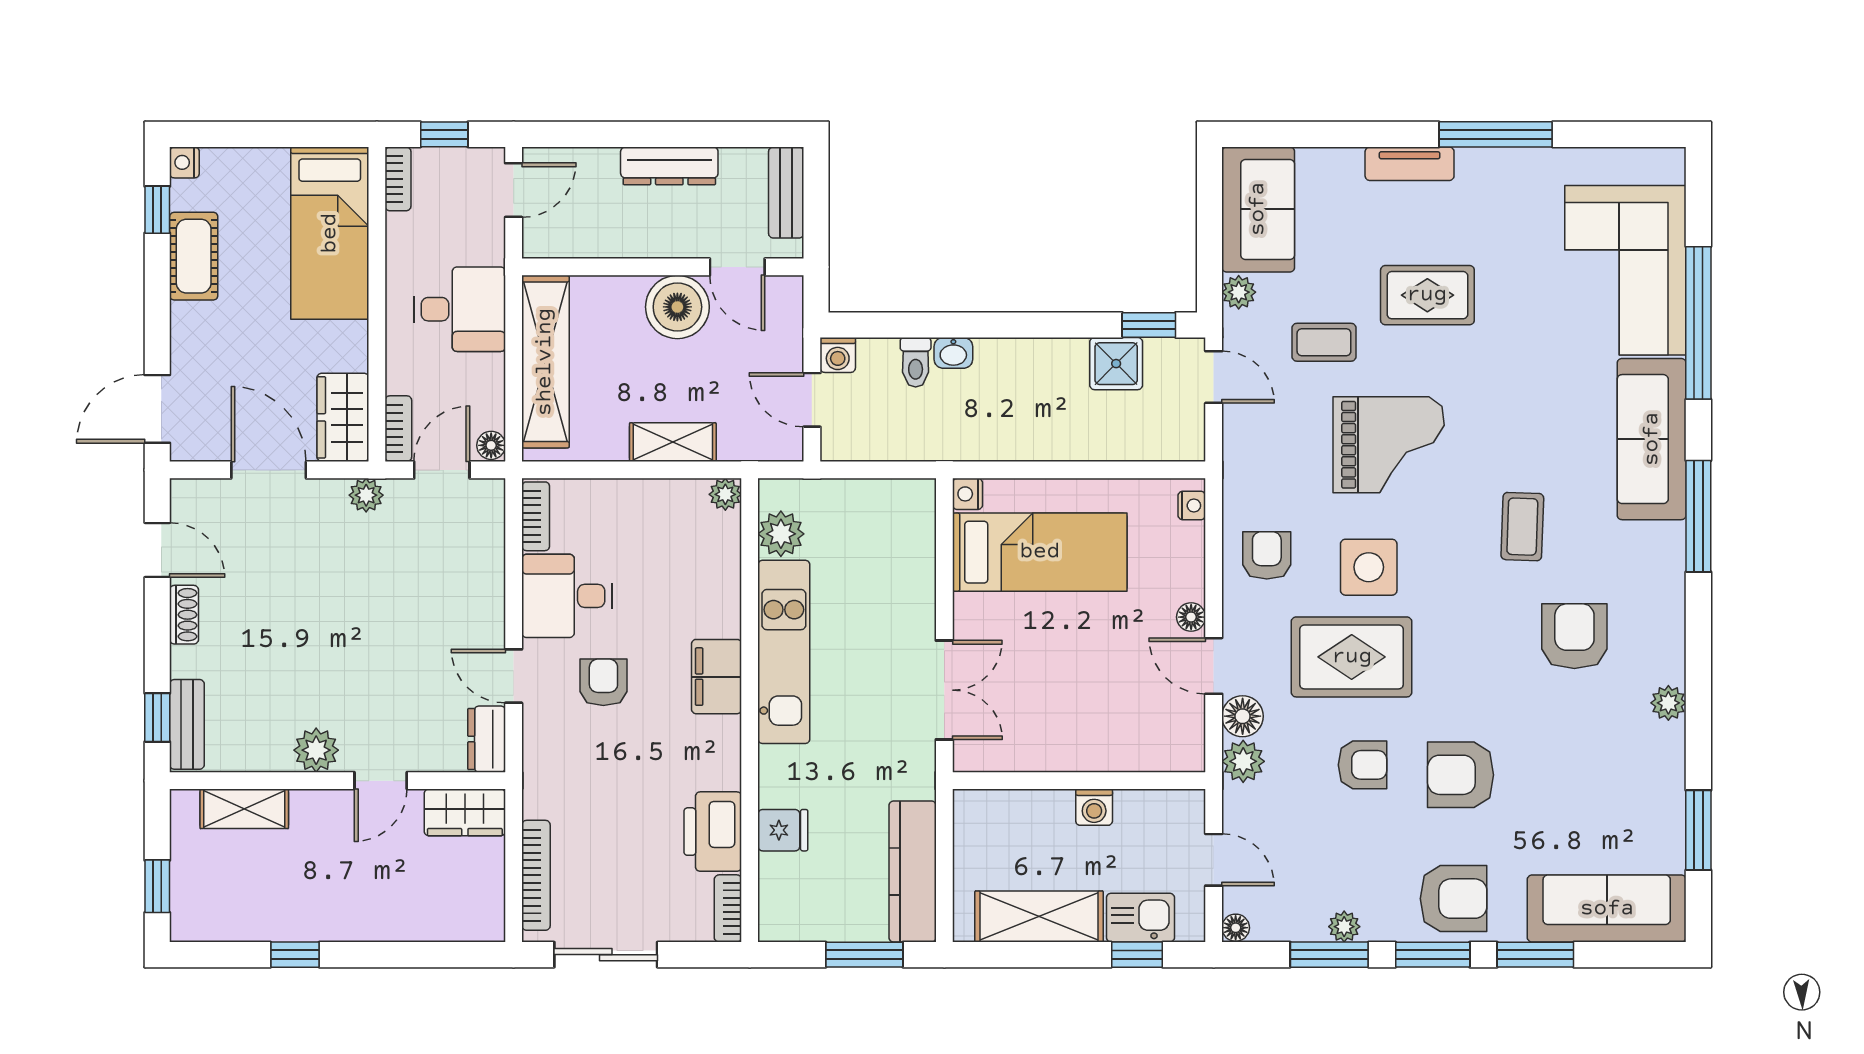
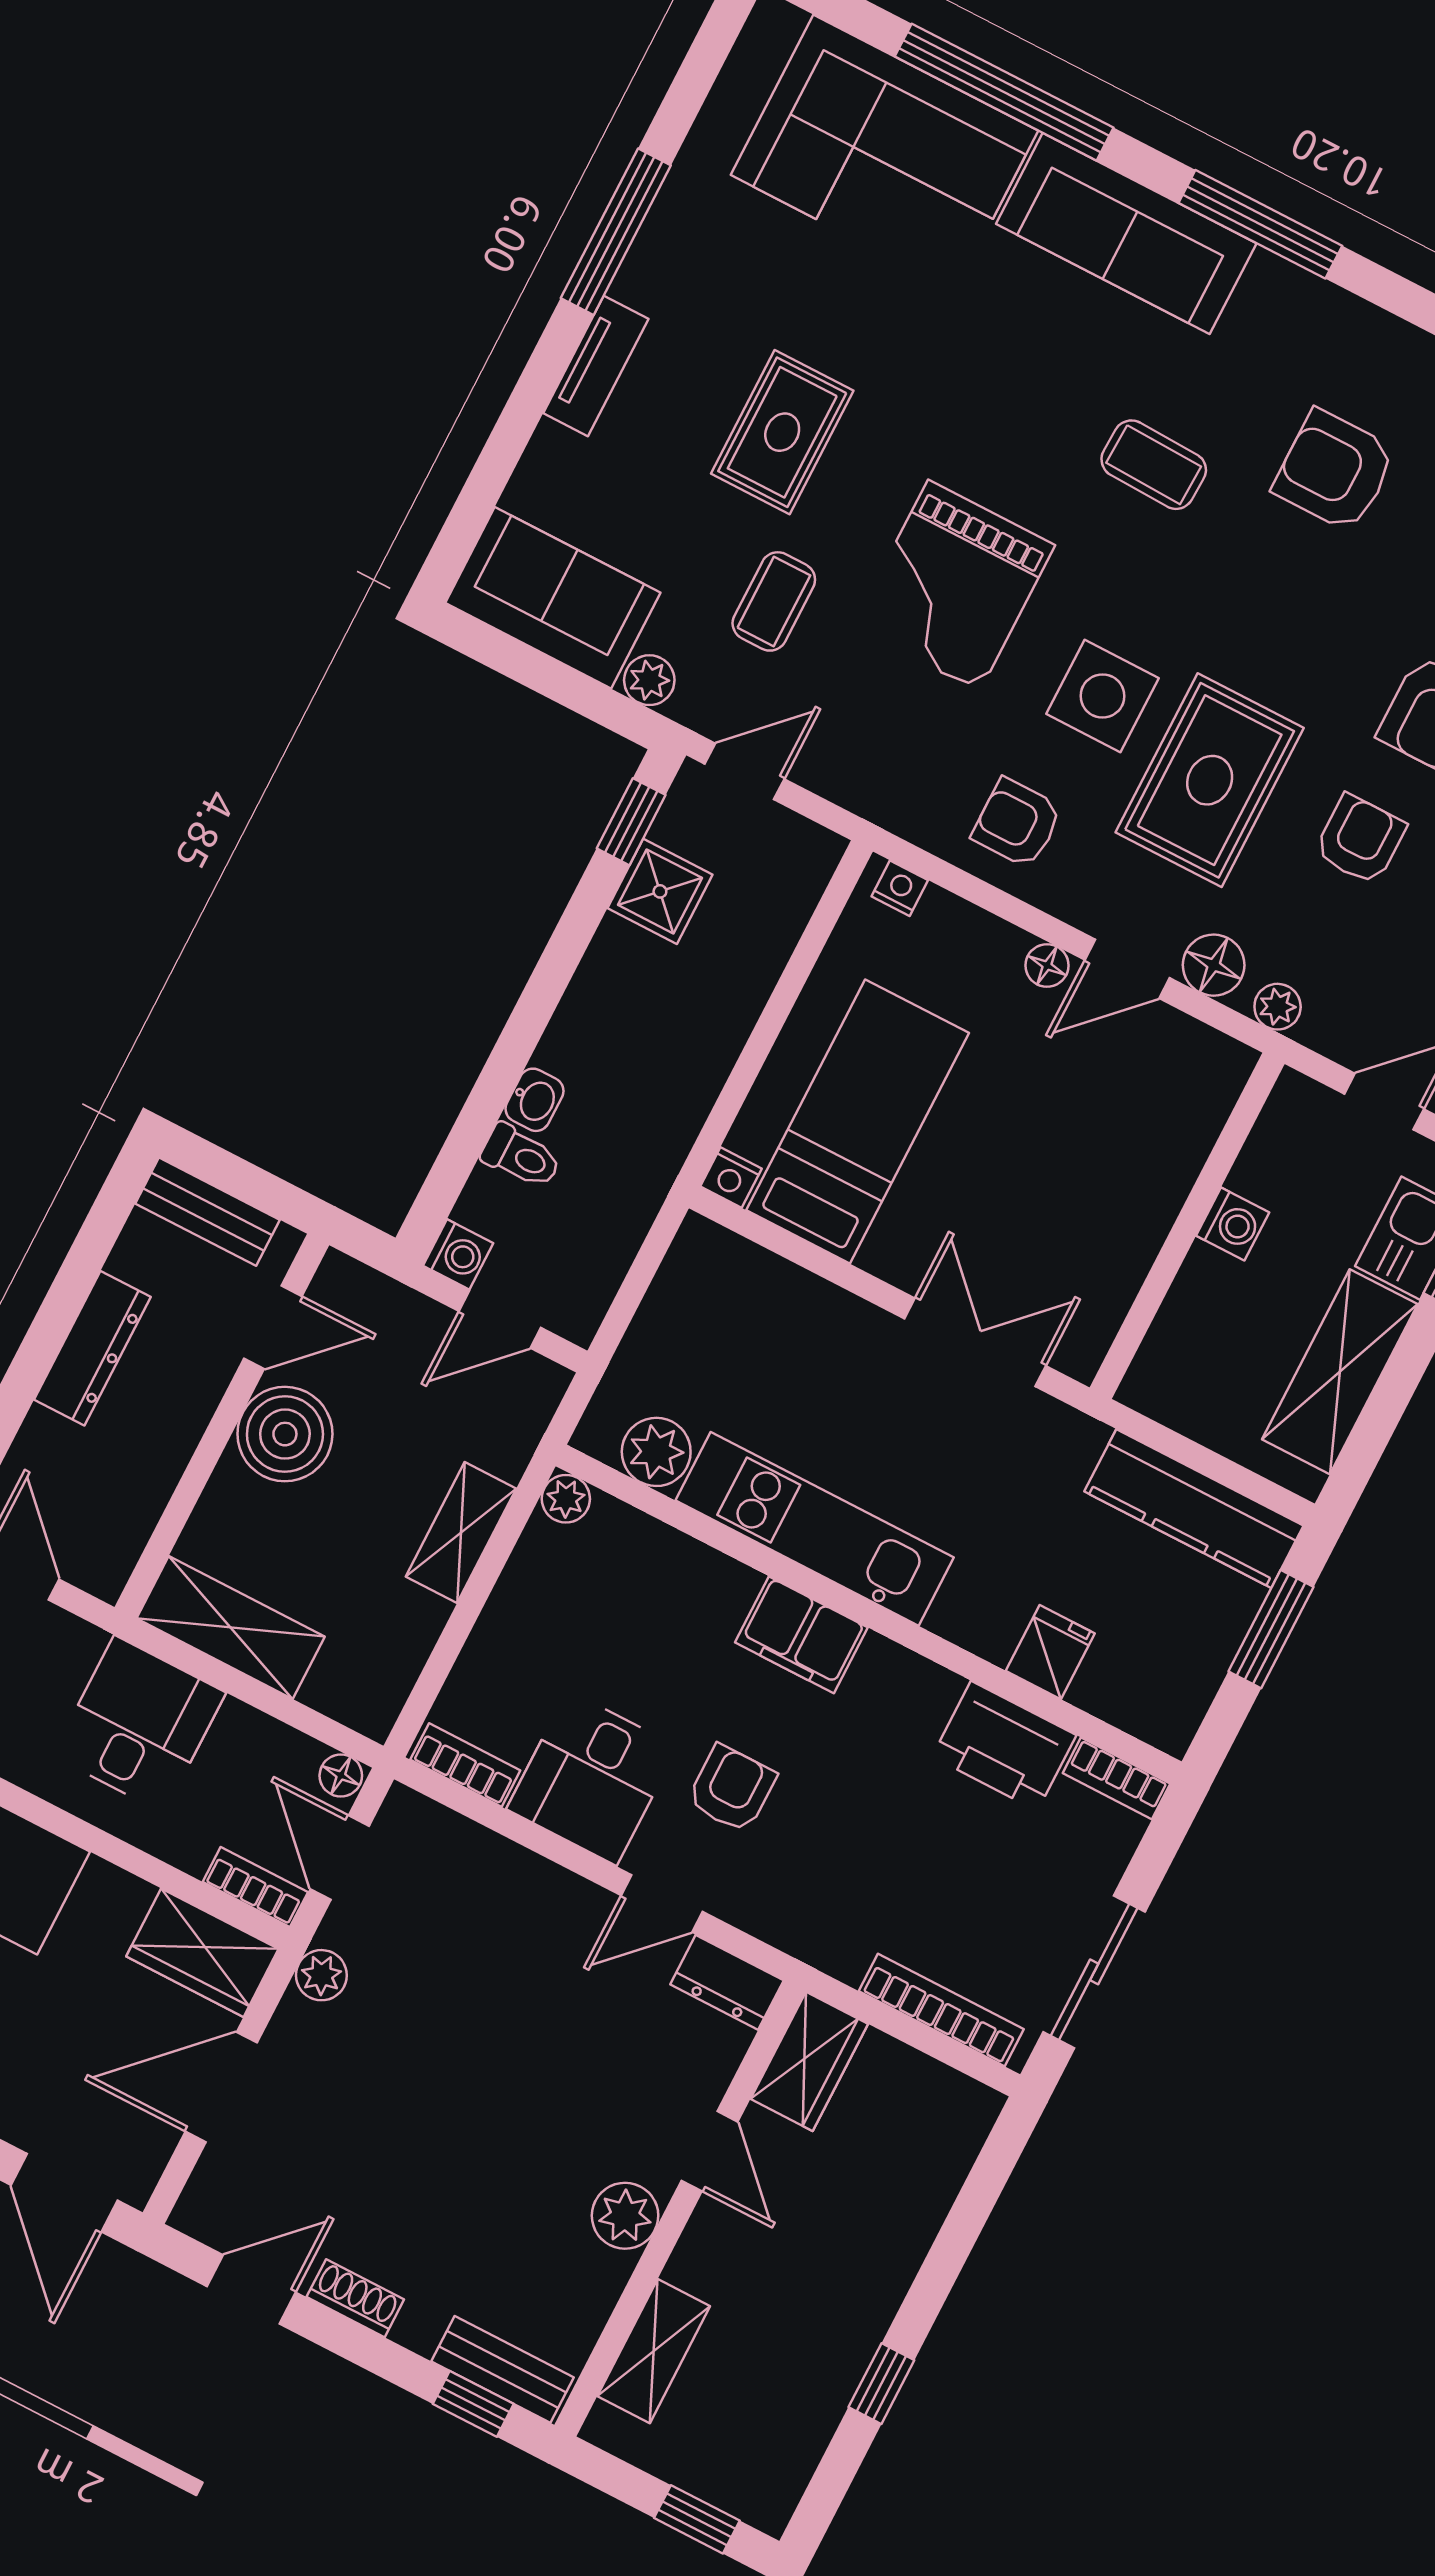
shelving: (545, 362) -> (231, 1627), width x0.68
grand piano: (1389, 445) -> (954, 586), turned 180
armchair: (603, 682) -> (732, 1789), turned 90
plant: (1243, 761) -> (1278, 1007), width x0.73, depth x0.73

